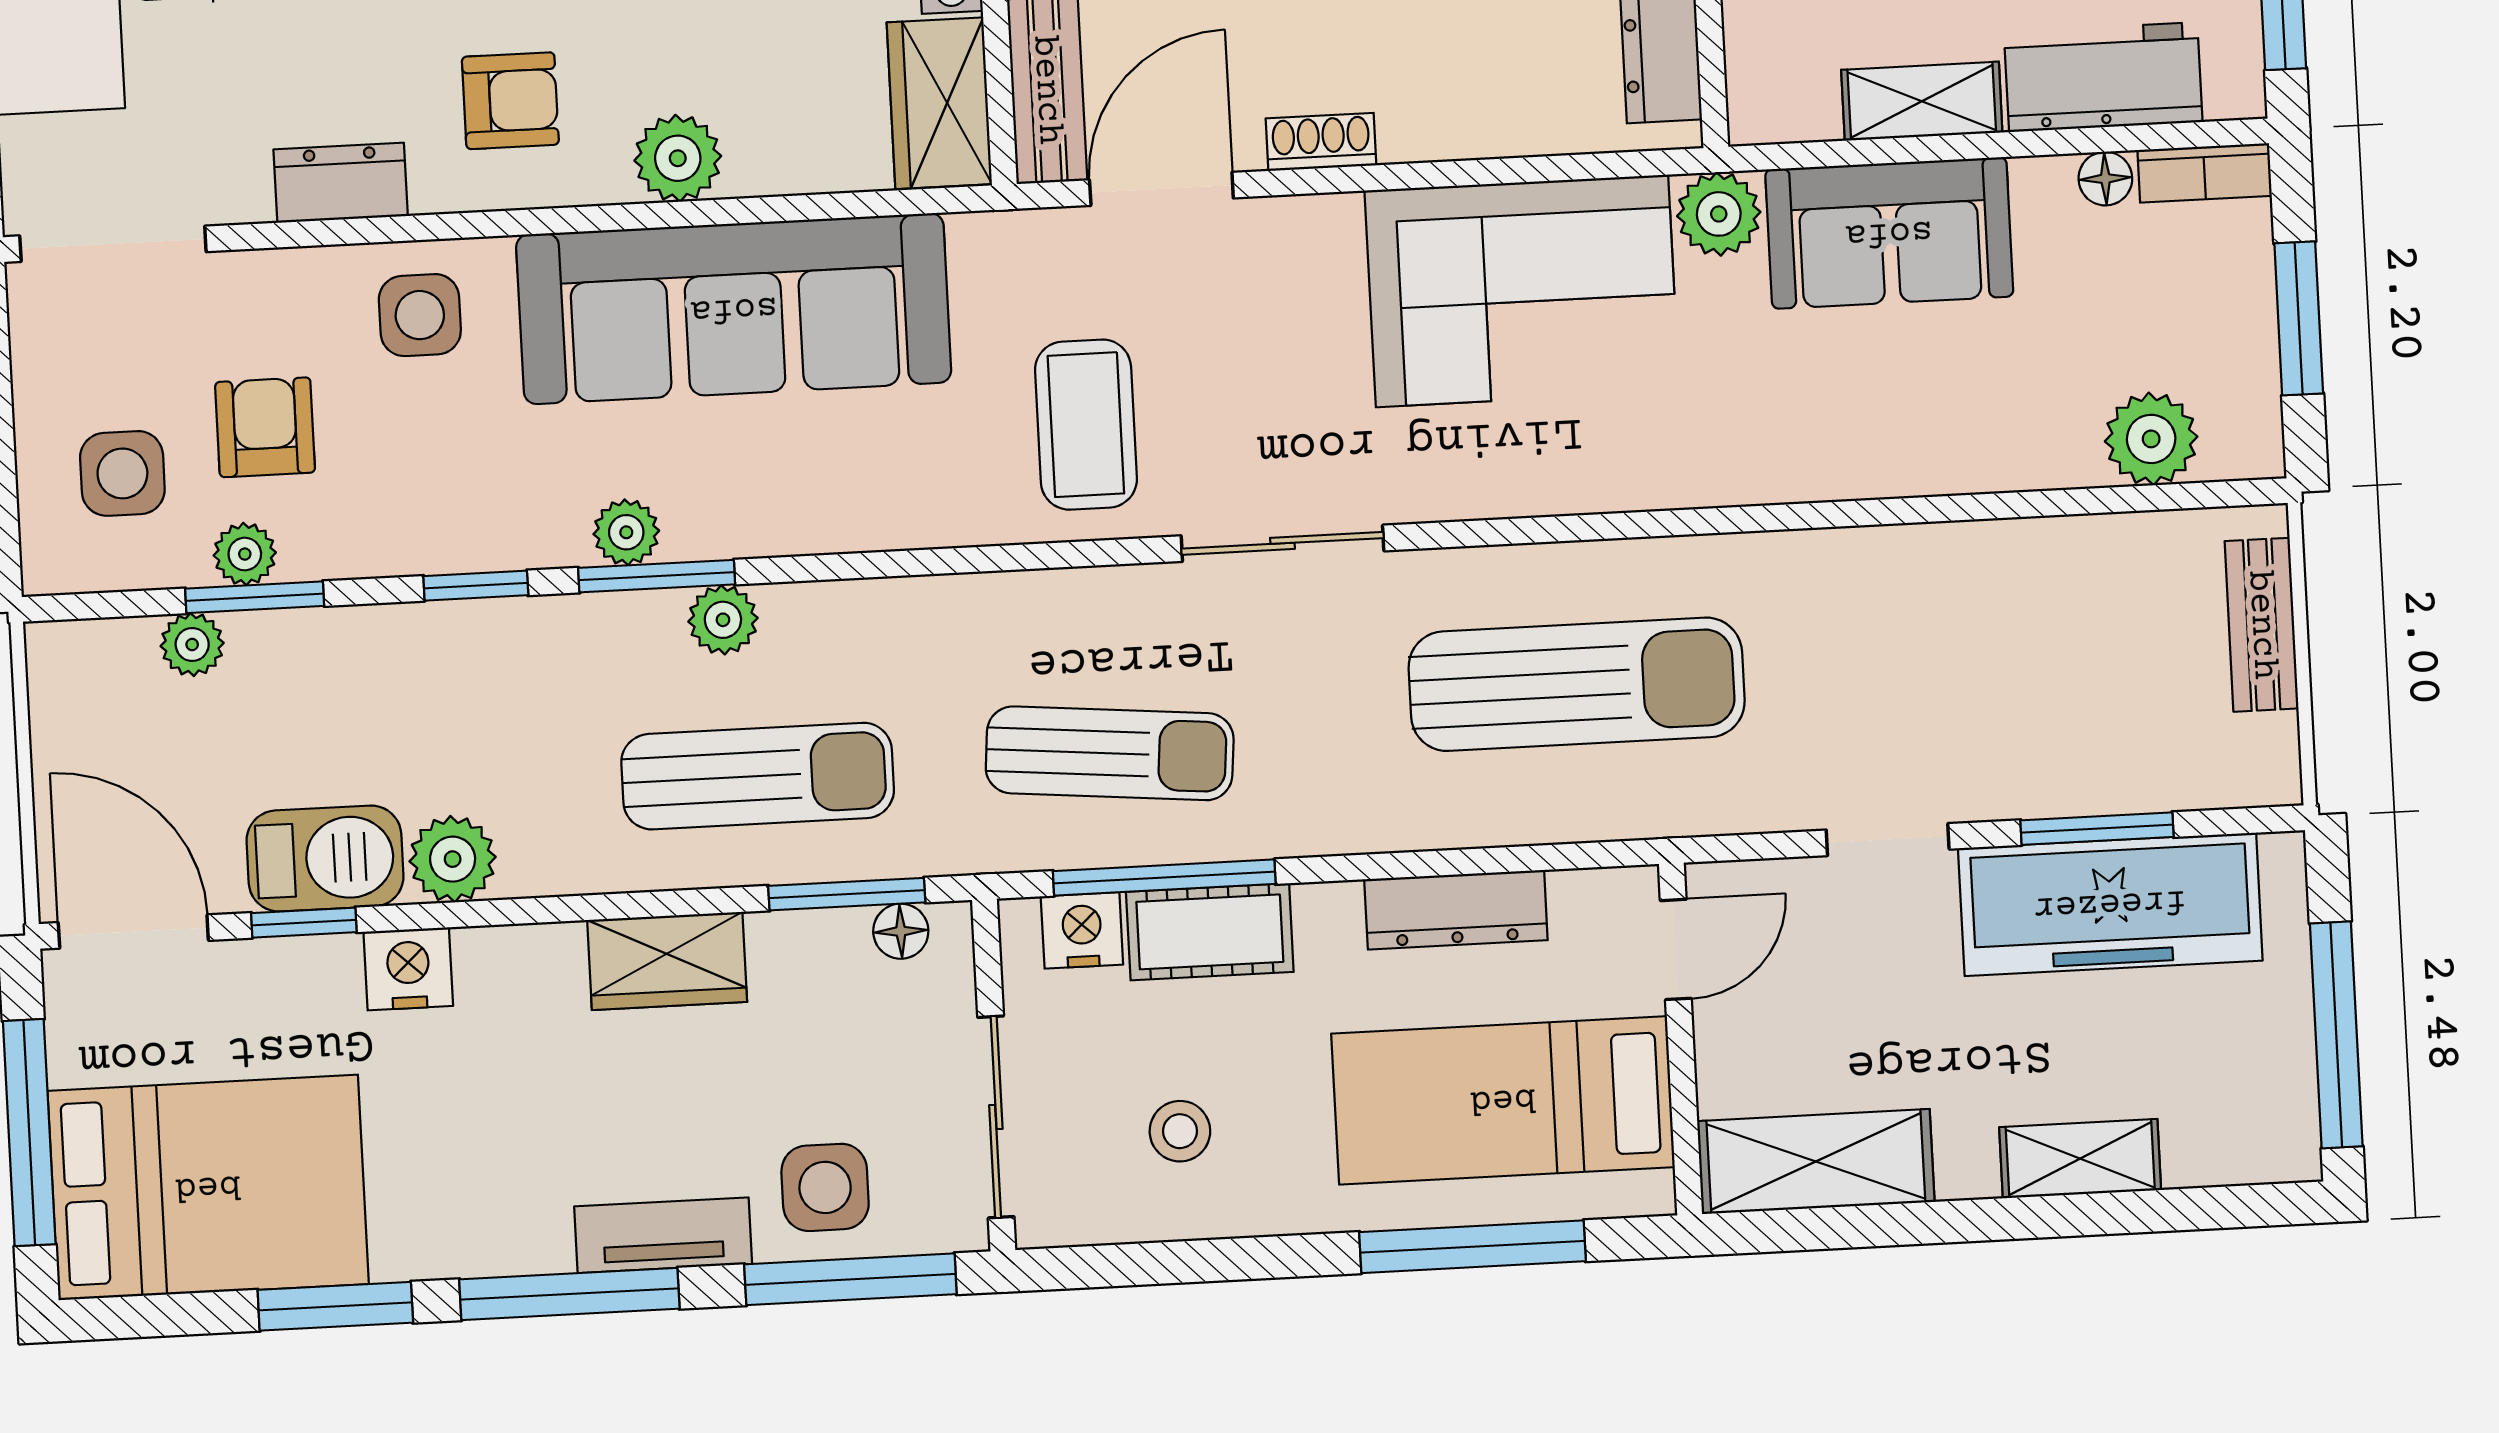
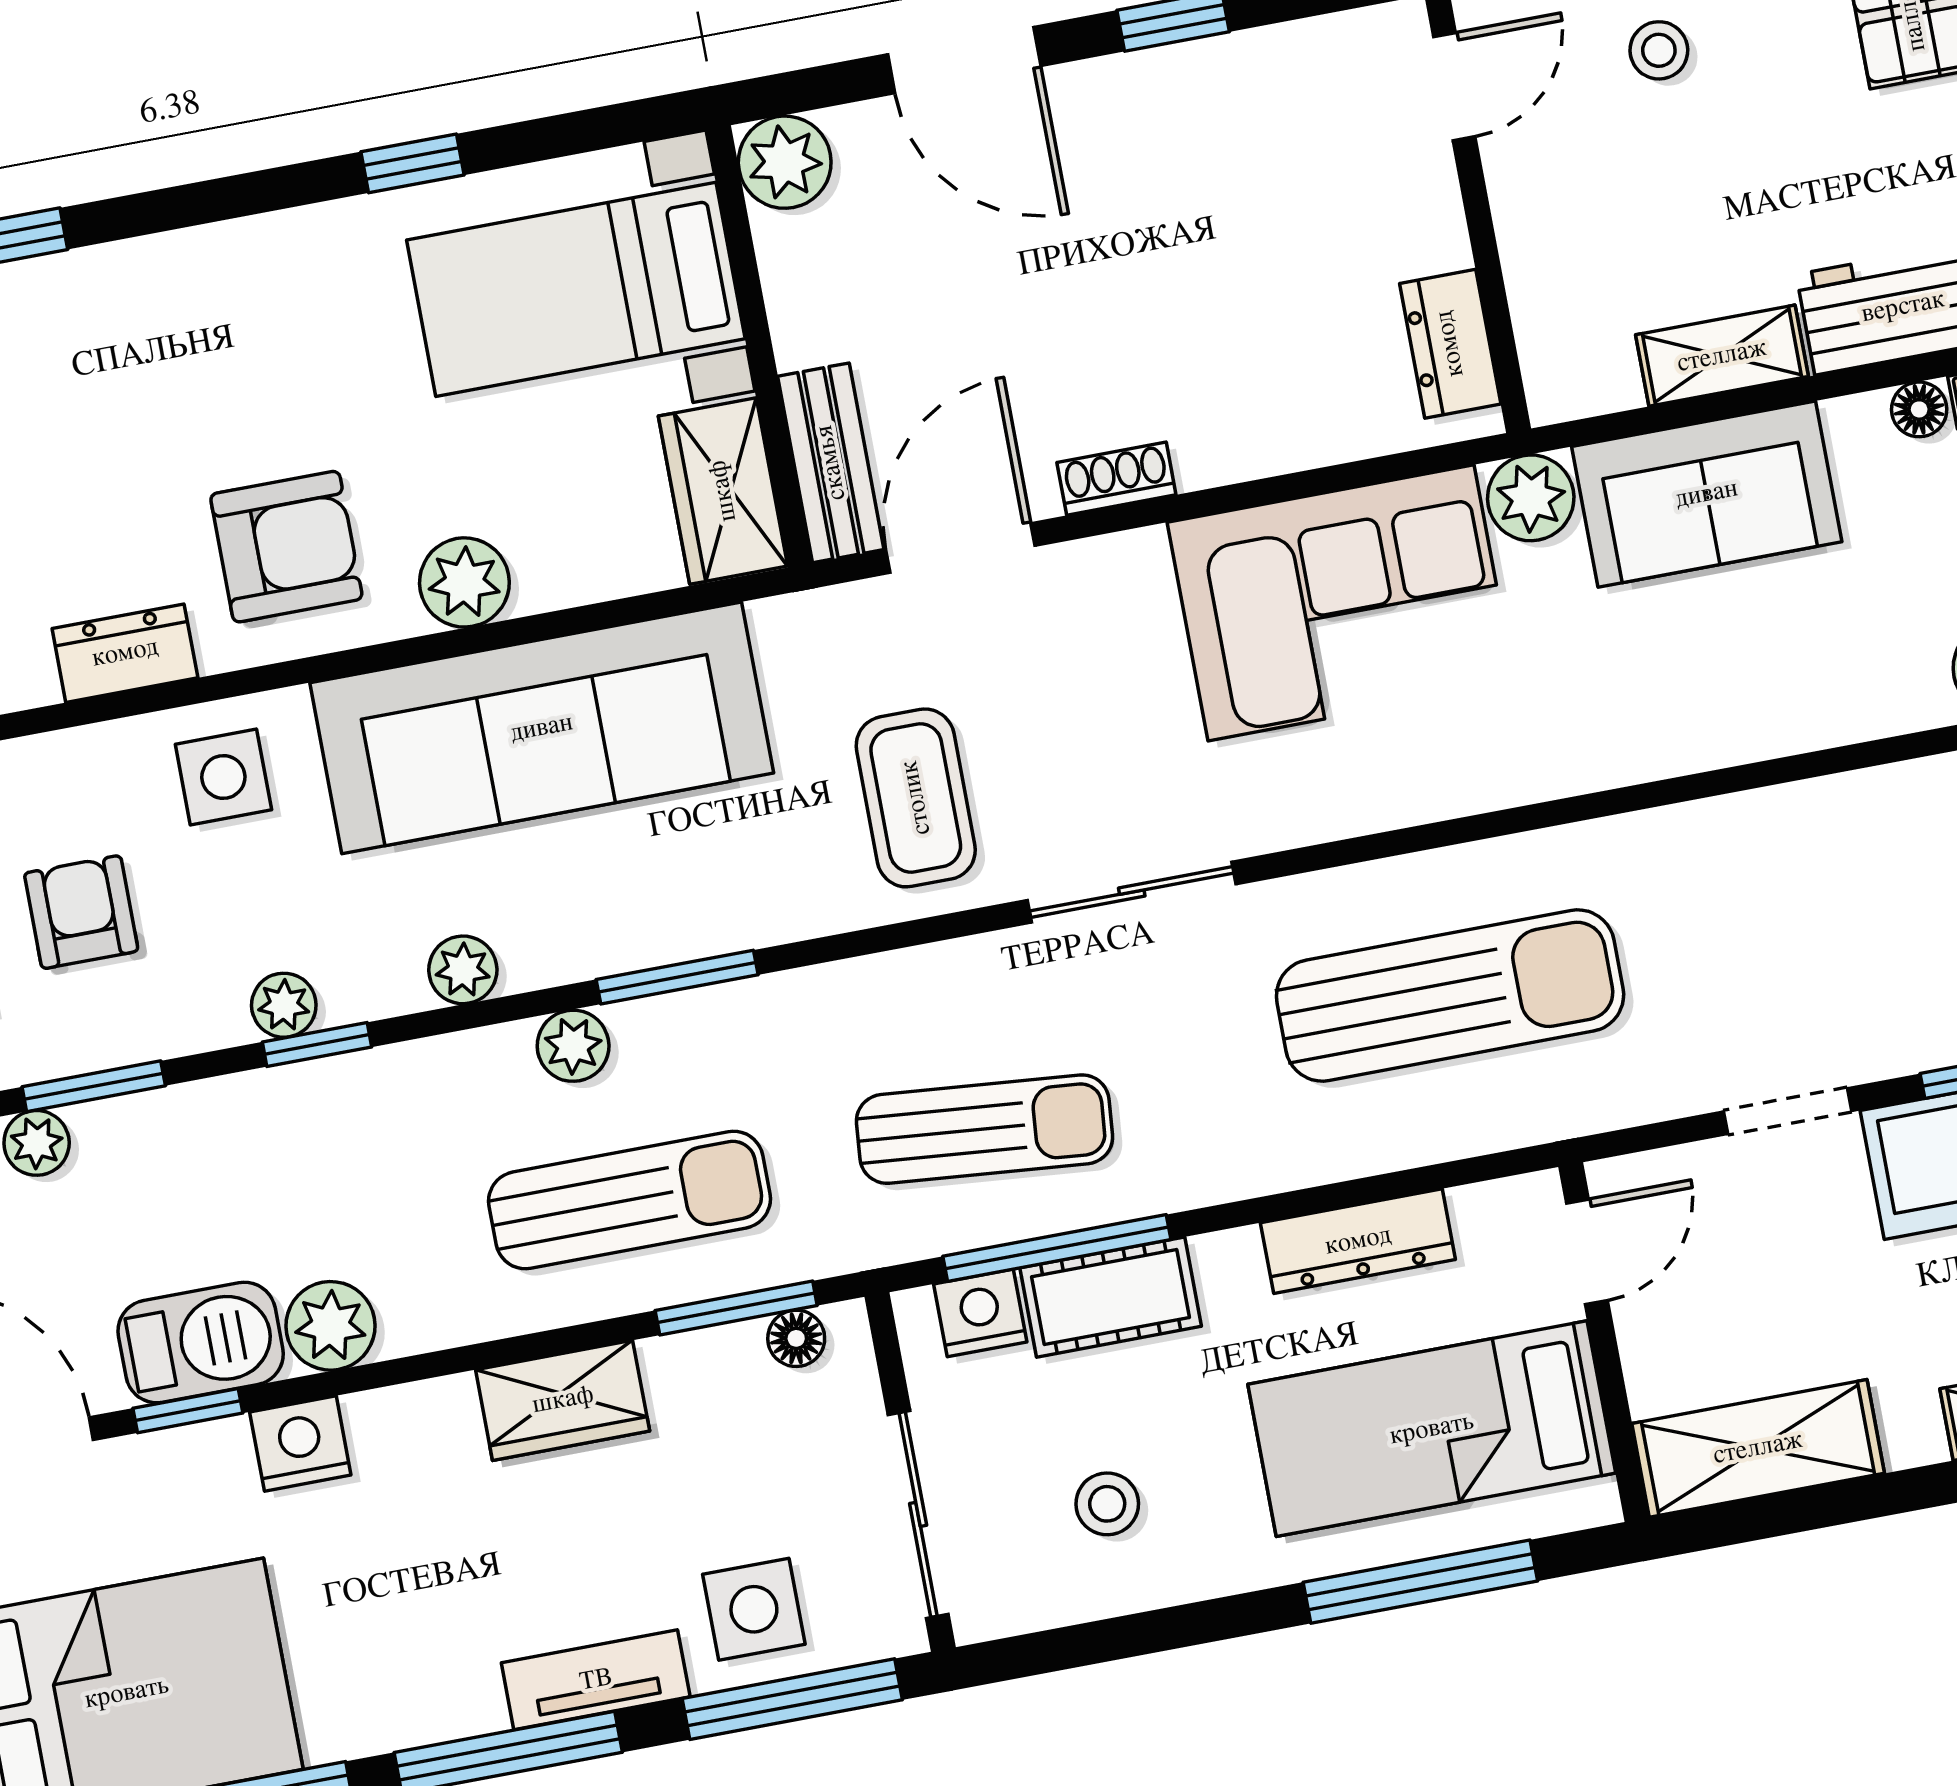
armchair: (510, 101) -> (286, 547), width x1.38, depth x1.38
plant: (245, 554) -> (284, 1005), moved
window: (657, 576) -> (677, 977), moved

